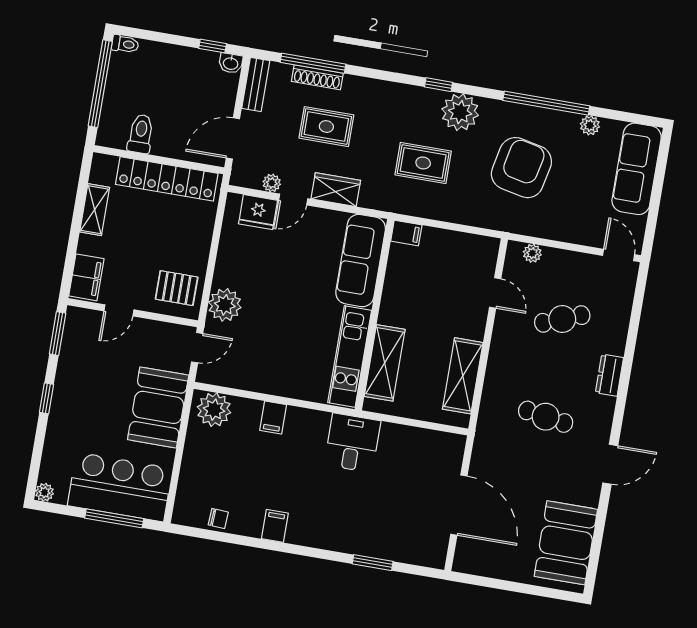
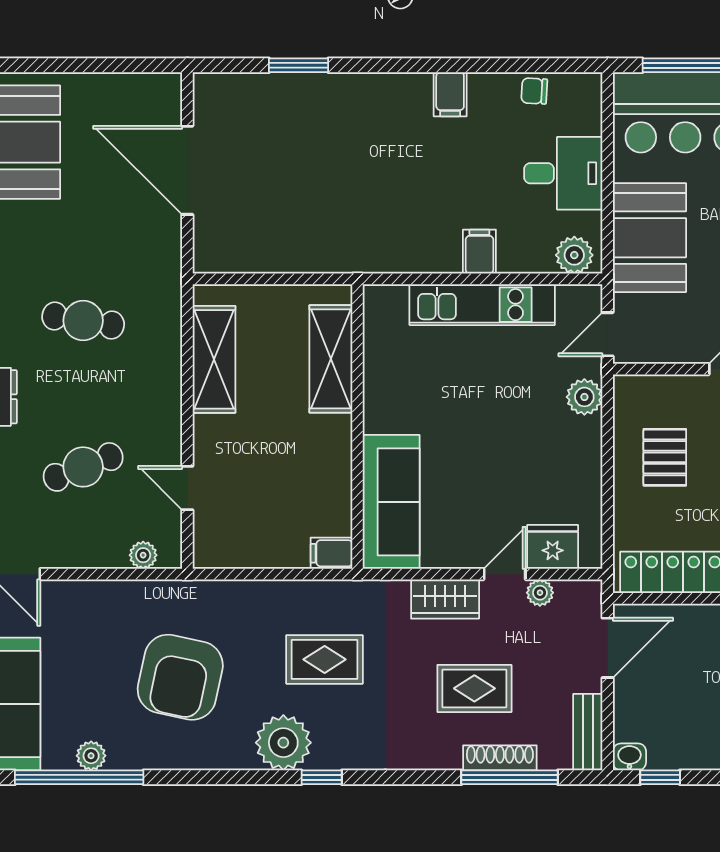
window: (546, 103) -> (79, 777), moved
pallet: (177, 288) -> (665, 457), moved, turned 90
plant: (225, 305) -> (584, 397), width x0.73, depth x0.73
kitchen unit: (350, 356) -> (482, 305), moved, turned 90
plant: (214, 410) -> (574, 255), width x0.73, depth x0.73
desk: (352, 443) -> (563, 173), moved, turned -90

